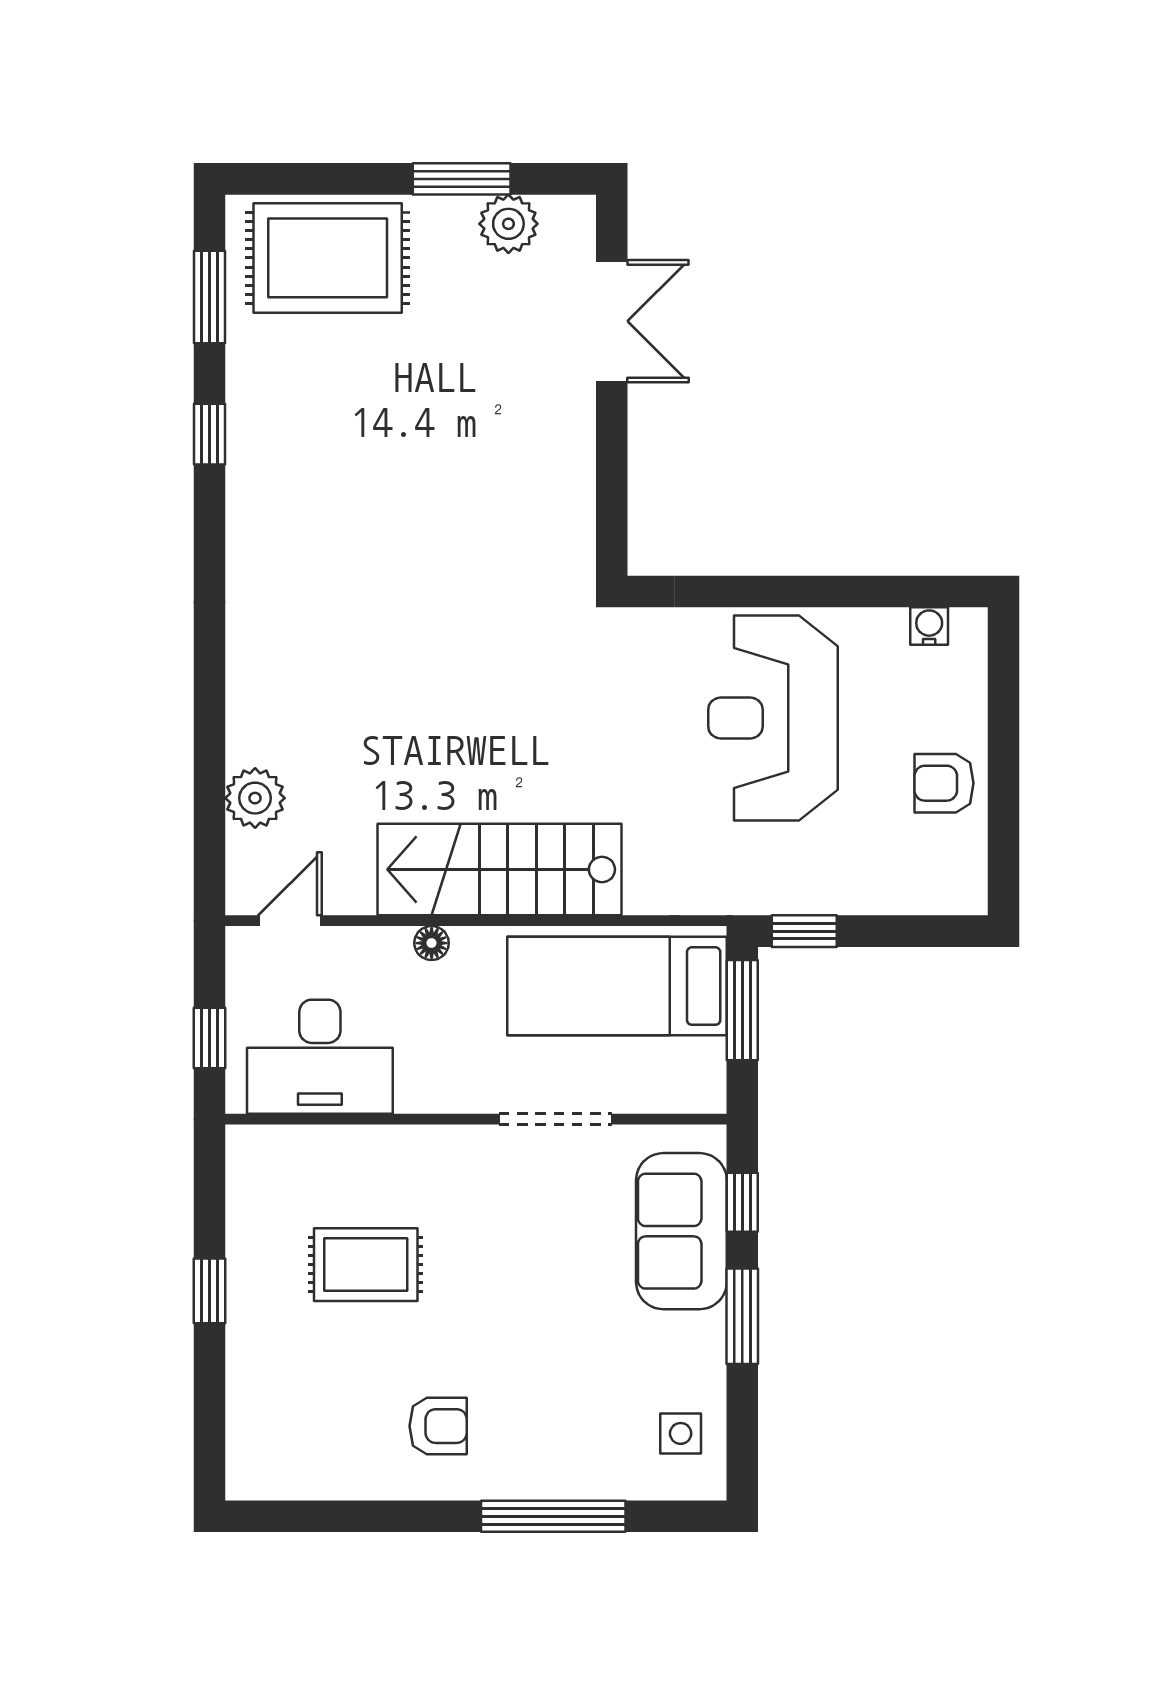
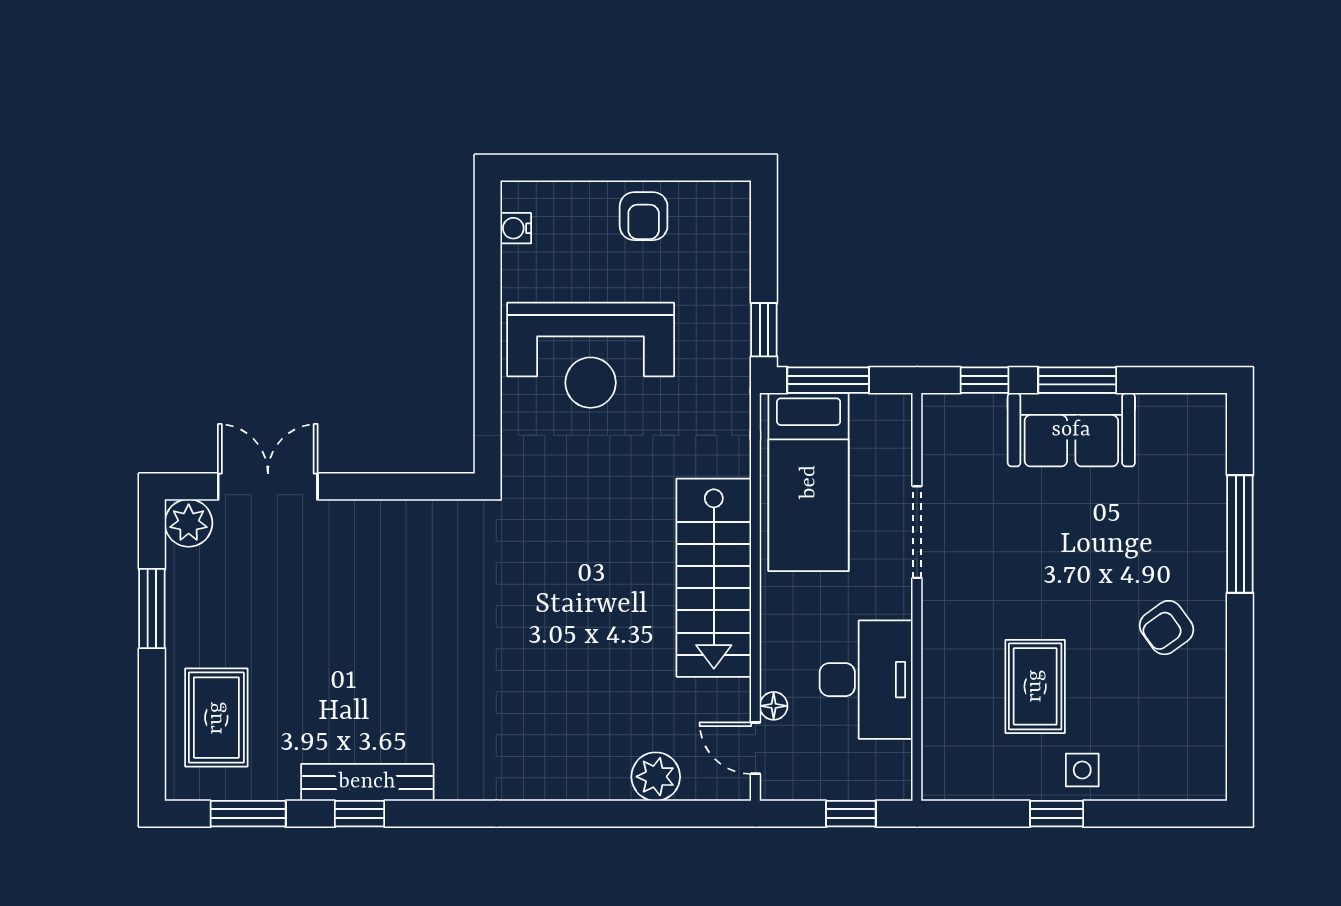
plant: (508, 224) -> (189, 523), moved
rug: (328, 258) -> (216, 718), width x0.73, depth x0.70
bench: (248, 444) -> (367, 782), added
floor lamp: (432, 943) -> (774, 706), moved
desk: (320, 1057) -> (866, 680), moved
sofa: (681, 1231) -> (1071, 430), moved
armchair: (438, 1426) -> (1167, 628), turned -126
side table: (681, 1433) -> (1082, 770), moved

